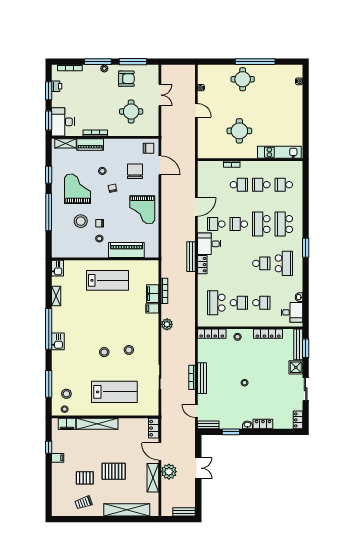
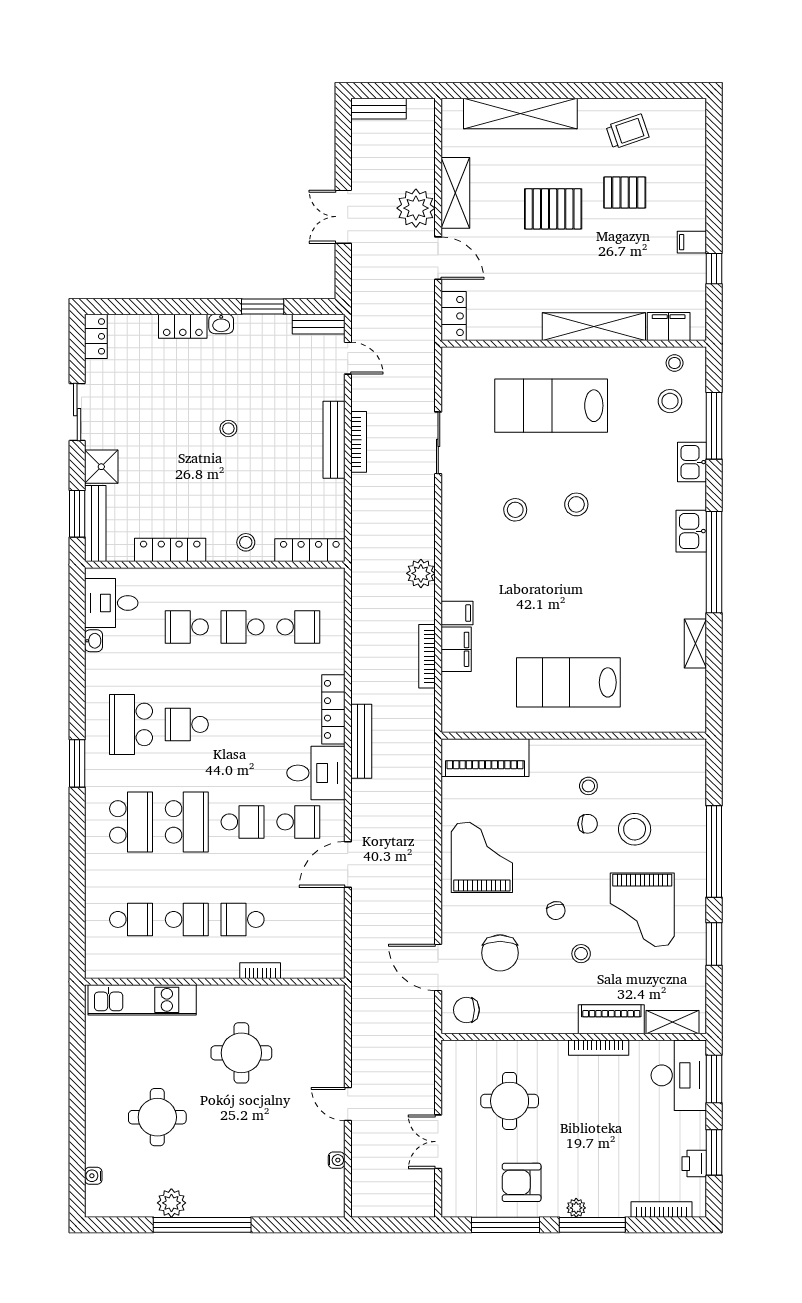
plant: (268, 70) -> (171, 1203), added
round table: (243, 79) -> (157, 1117), moved
piano: (126, 250) -> (485, 758), moved
locker: (202, 265) -> (333, 709), width x1.53
kitchen sink: (58, 268) -> (692, 462), moved
school desk: (216, 303) -> (298, 627), width x0.54

